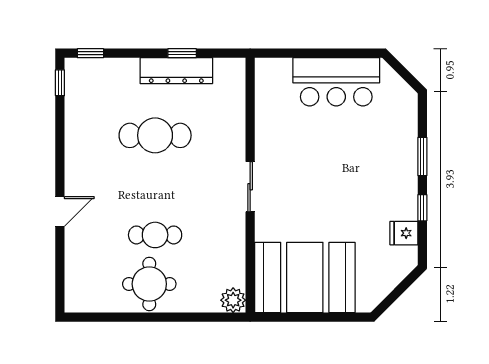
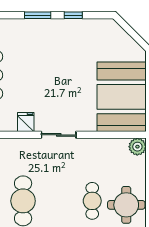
fridge: (404, 233) -> (26, 122), moved, turned 180

